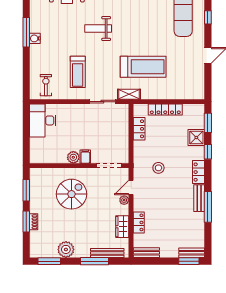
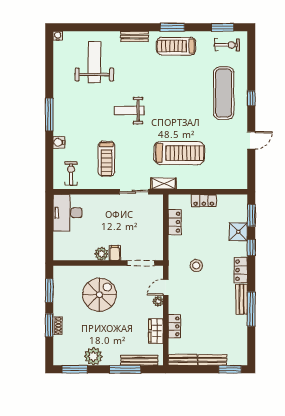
water cooler: (35, 38) -> (59, 142), moved
locker: (165, 110) -> (204, 201), width x0.66
bench: (192, 253) -> (212, 360), moved

